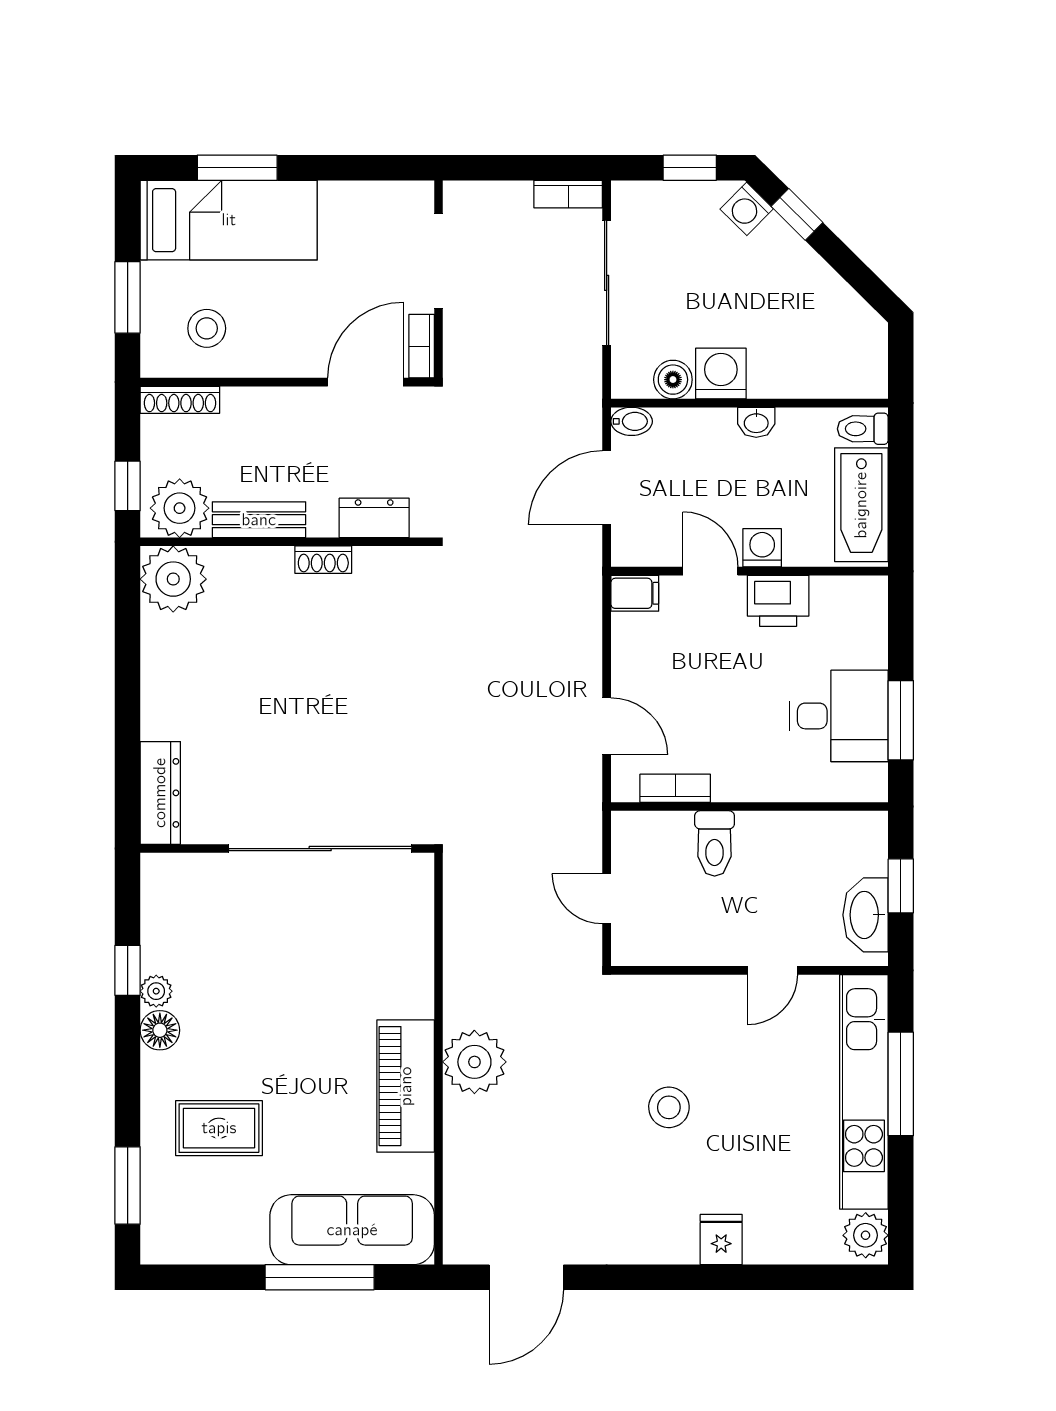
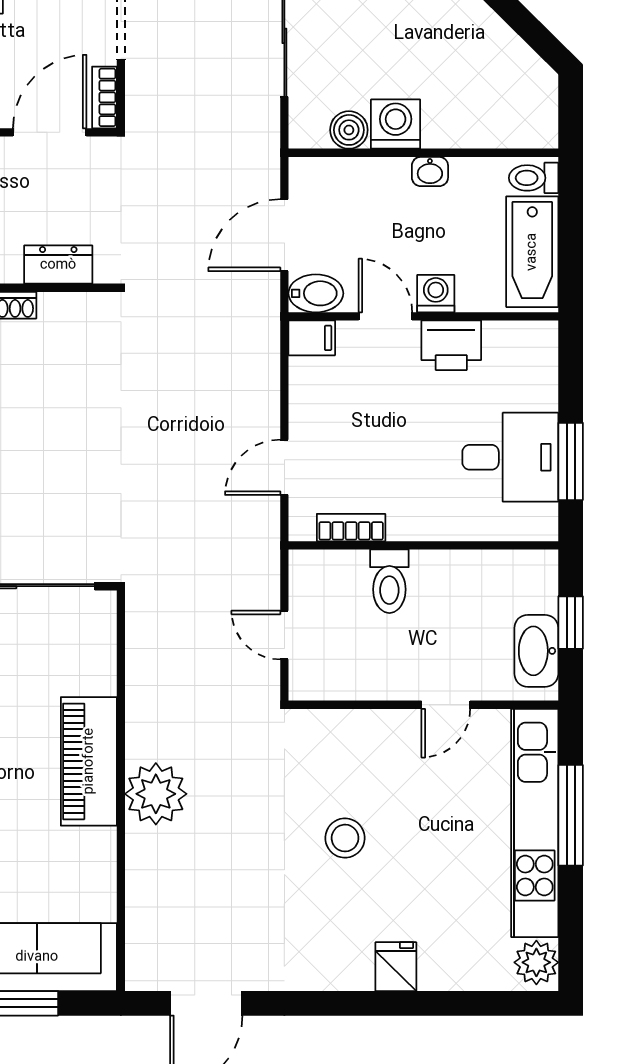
bidet: (632, 421) -> (316, 293), moved, width x1.38, depth x1.36
door: (607, 726) -> (284, 467), swing flipped
piano: (406, 1086) -> (89, 761), moved

